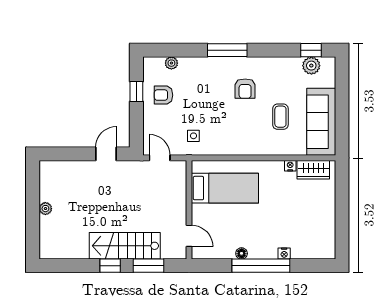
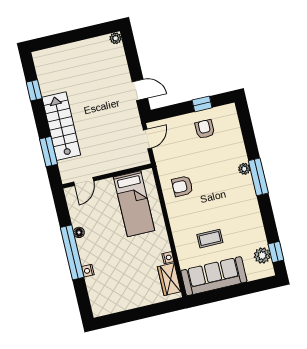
plant: (171, 63) -> (244, 169), moved
armchair: (245, 89) -> (182, 186), moved
side table: (193, 136) -> (174, 165), removed
plant: (45, 209) -> (116, 38), moved
window: (110, 266) -> (34, 90), moved

